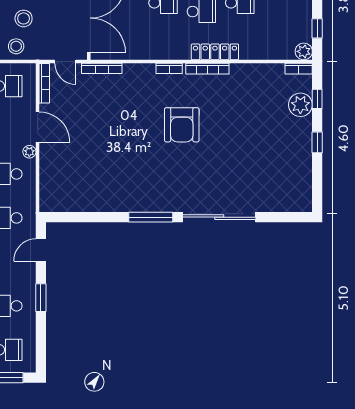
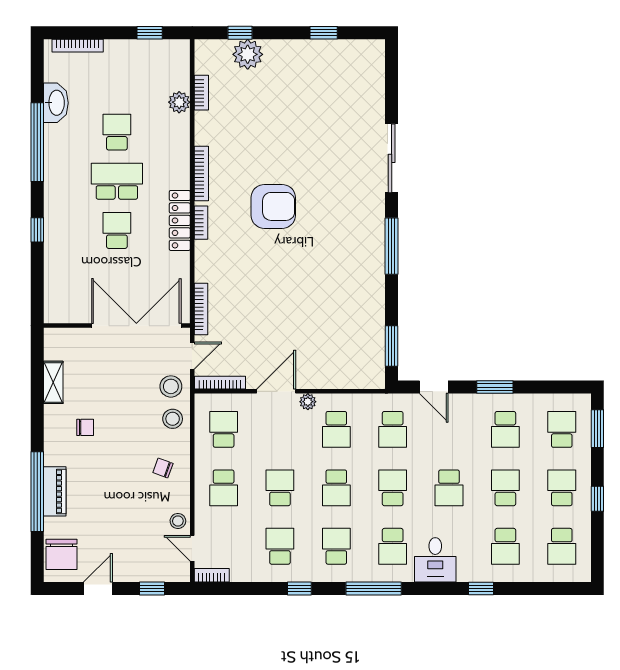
stool: (24, 18) -> (171, 386), moved
plant: (304, 51) -> (179, 102), moved
locker: (215, 52) -> (180, 220), moved
bookcase: (299, 69) -> (201, 93), moved
window: (317, 142) -> (324, 33), moved
window: (73, 217) -> (392, 346), added
sliding door: (219, 217) -> (392, 158), width x0.73

